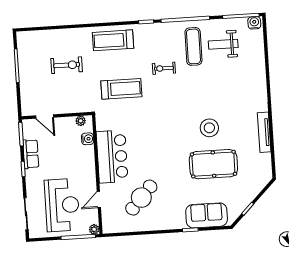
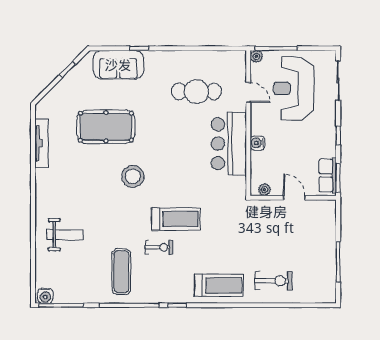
weight bench: (223, 44) -> (65, 235), moved
exercise bike: (67, 65) -> (273, 281), moved, turned 180
treadmill: (121, 89) -> (176, 219), moved, turned 180
door: (45, 116) -> (294, 198), moved
stool: (209, 128) -> (133, 176), moved
tv unit: (264, 132) -> (42, 143), moved
water cooler: (88, 139) -> (257, 143), moved
row of seats: (31, 154) -> (328, 175), moved
cafe table: (141, 198) -> (196, 91), turned 48
door: (99, 200) -> (248, 92), hinge flipped

